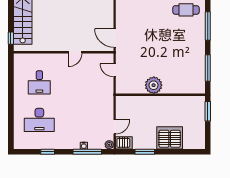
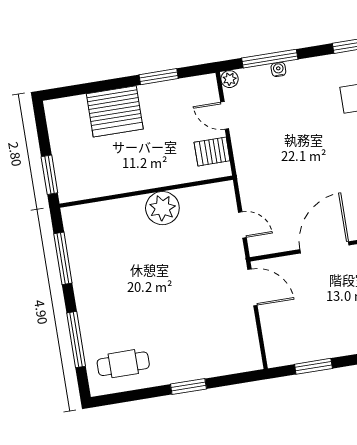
door: (75, 52) -> (324, 247), width x1.88
door: (115, 127) -> (225, 115), hinge flipped
server rack: (124, 143) -> (212, 152), moved

